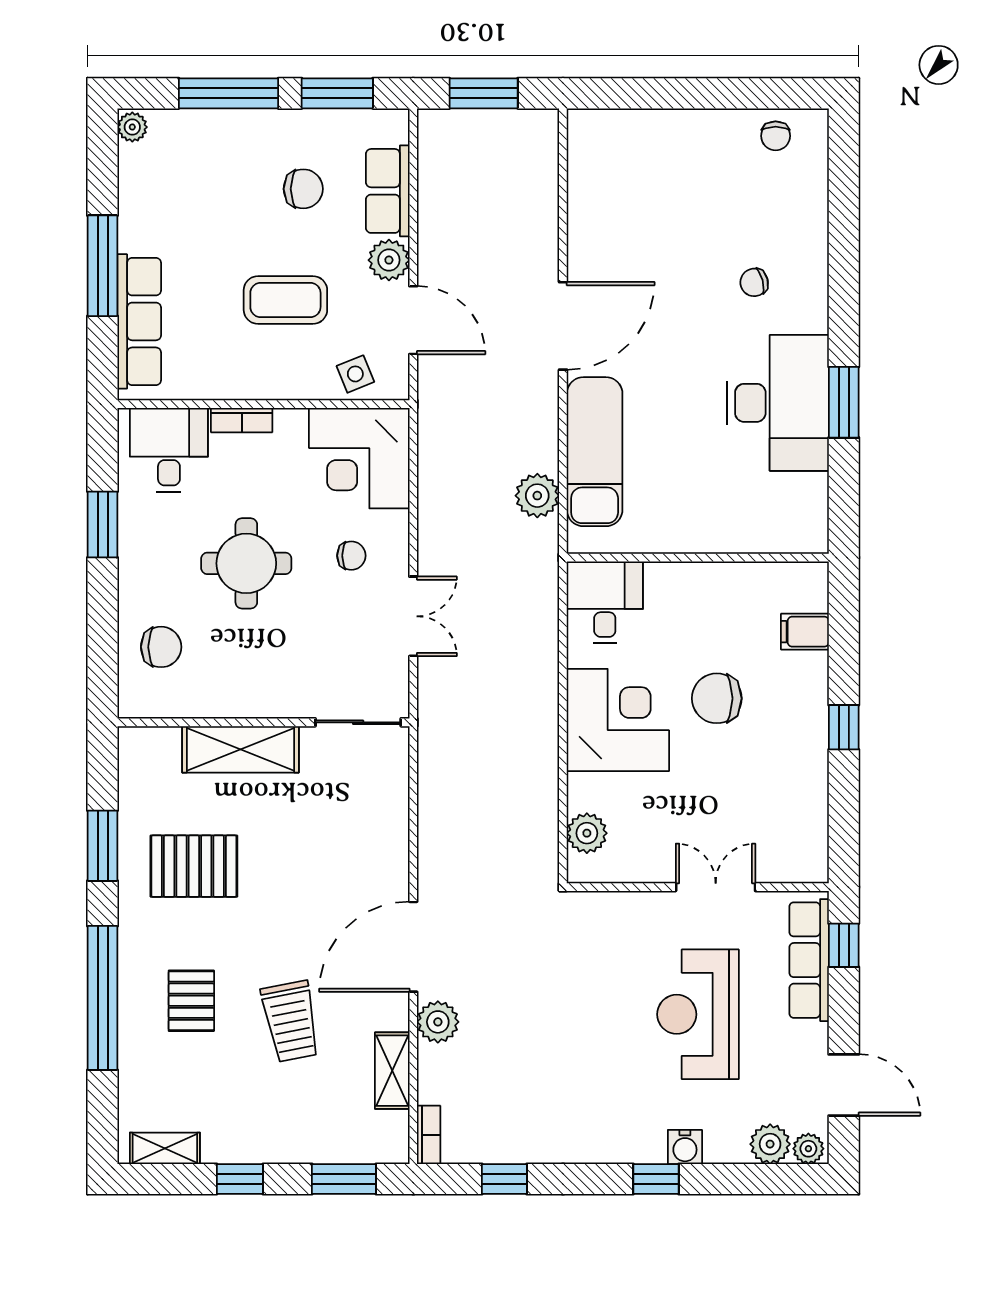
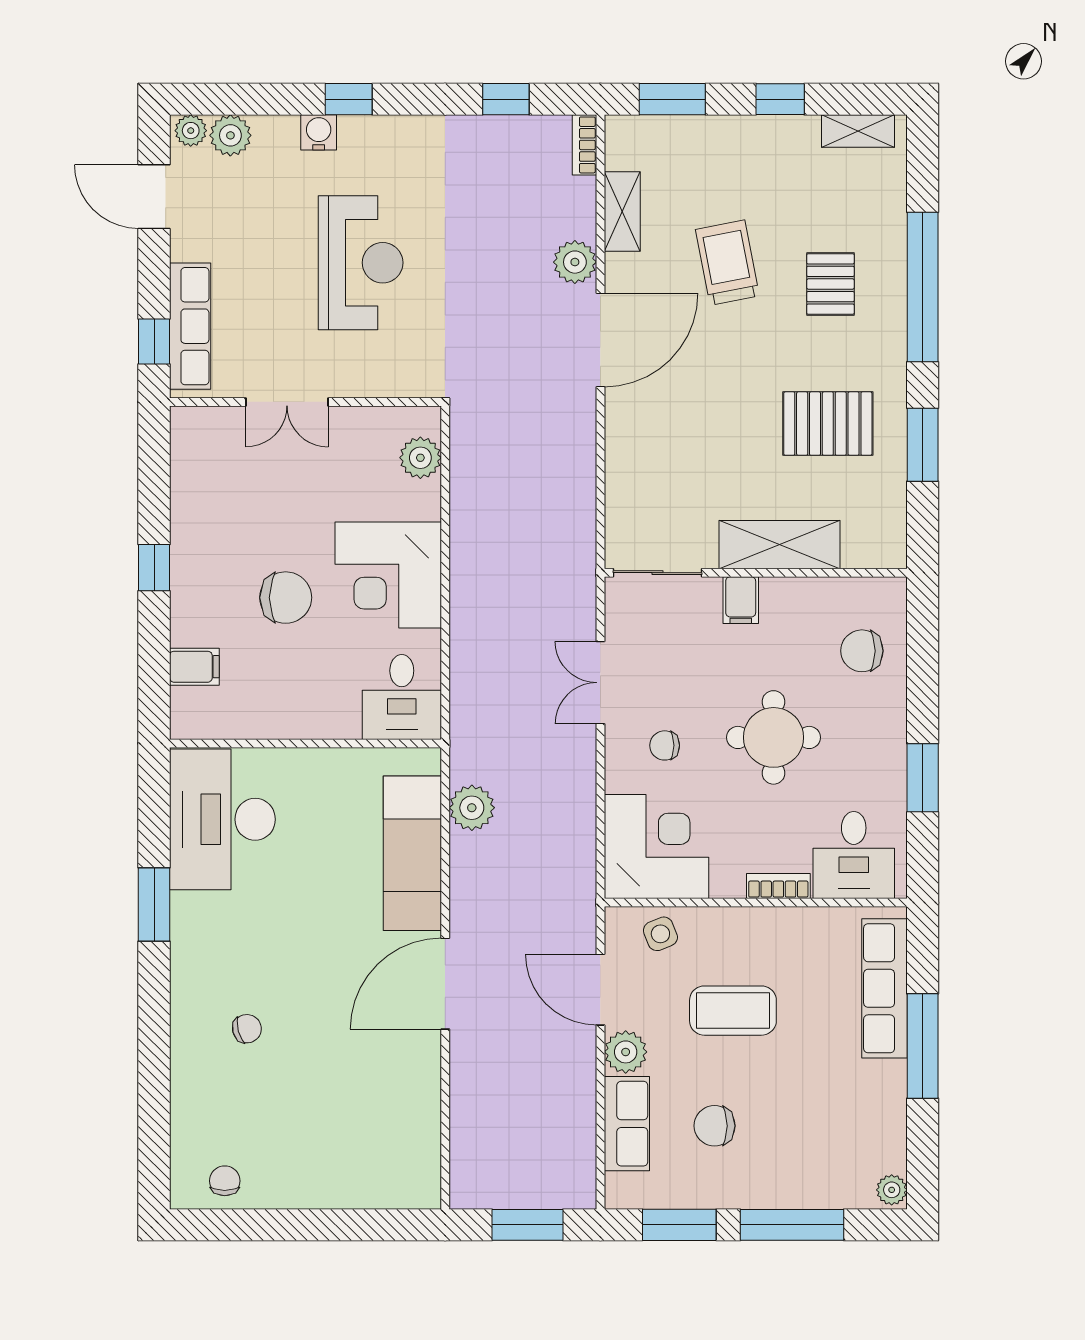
desk: (778, 403) -> (222, 819), moved
filing cabinet: (278, 696) -> (741, 600), added
reception desk: (698, 1014) -> (361, 263), moved

